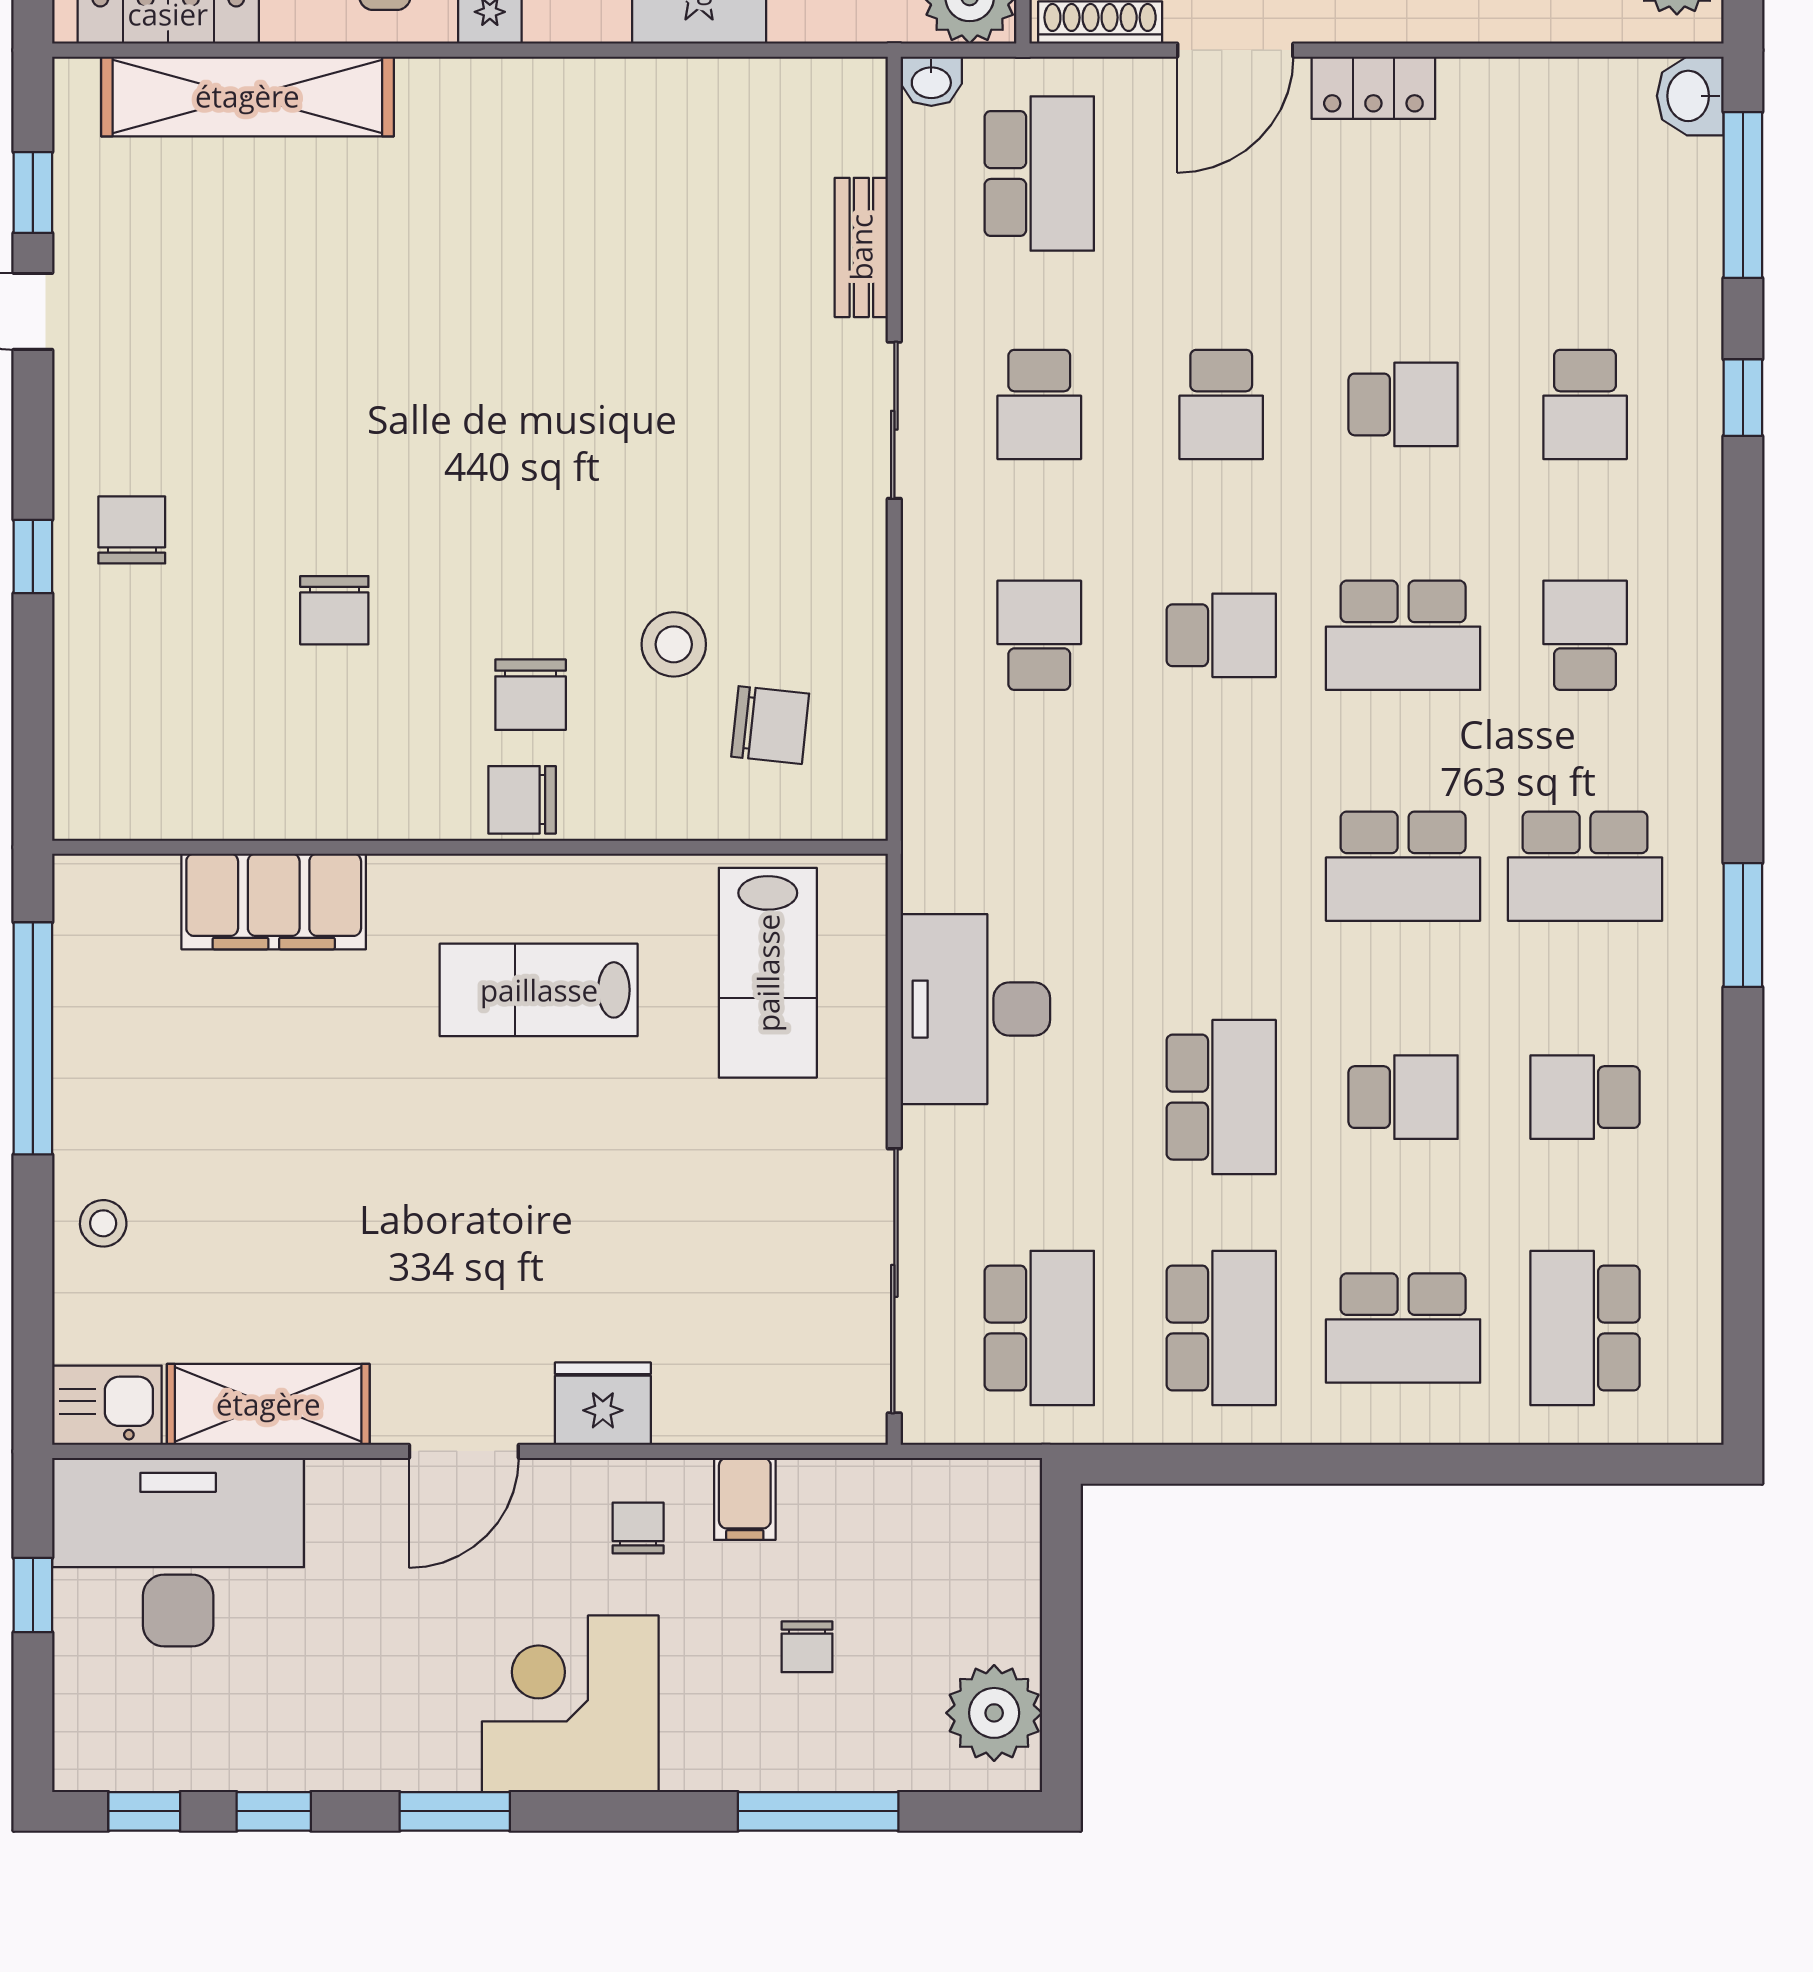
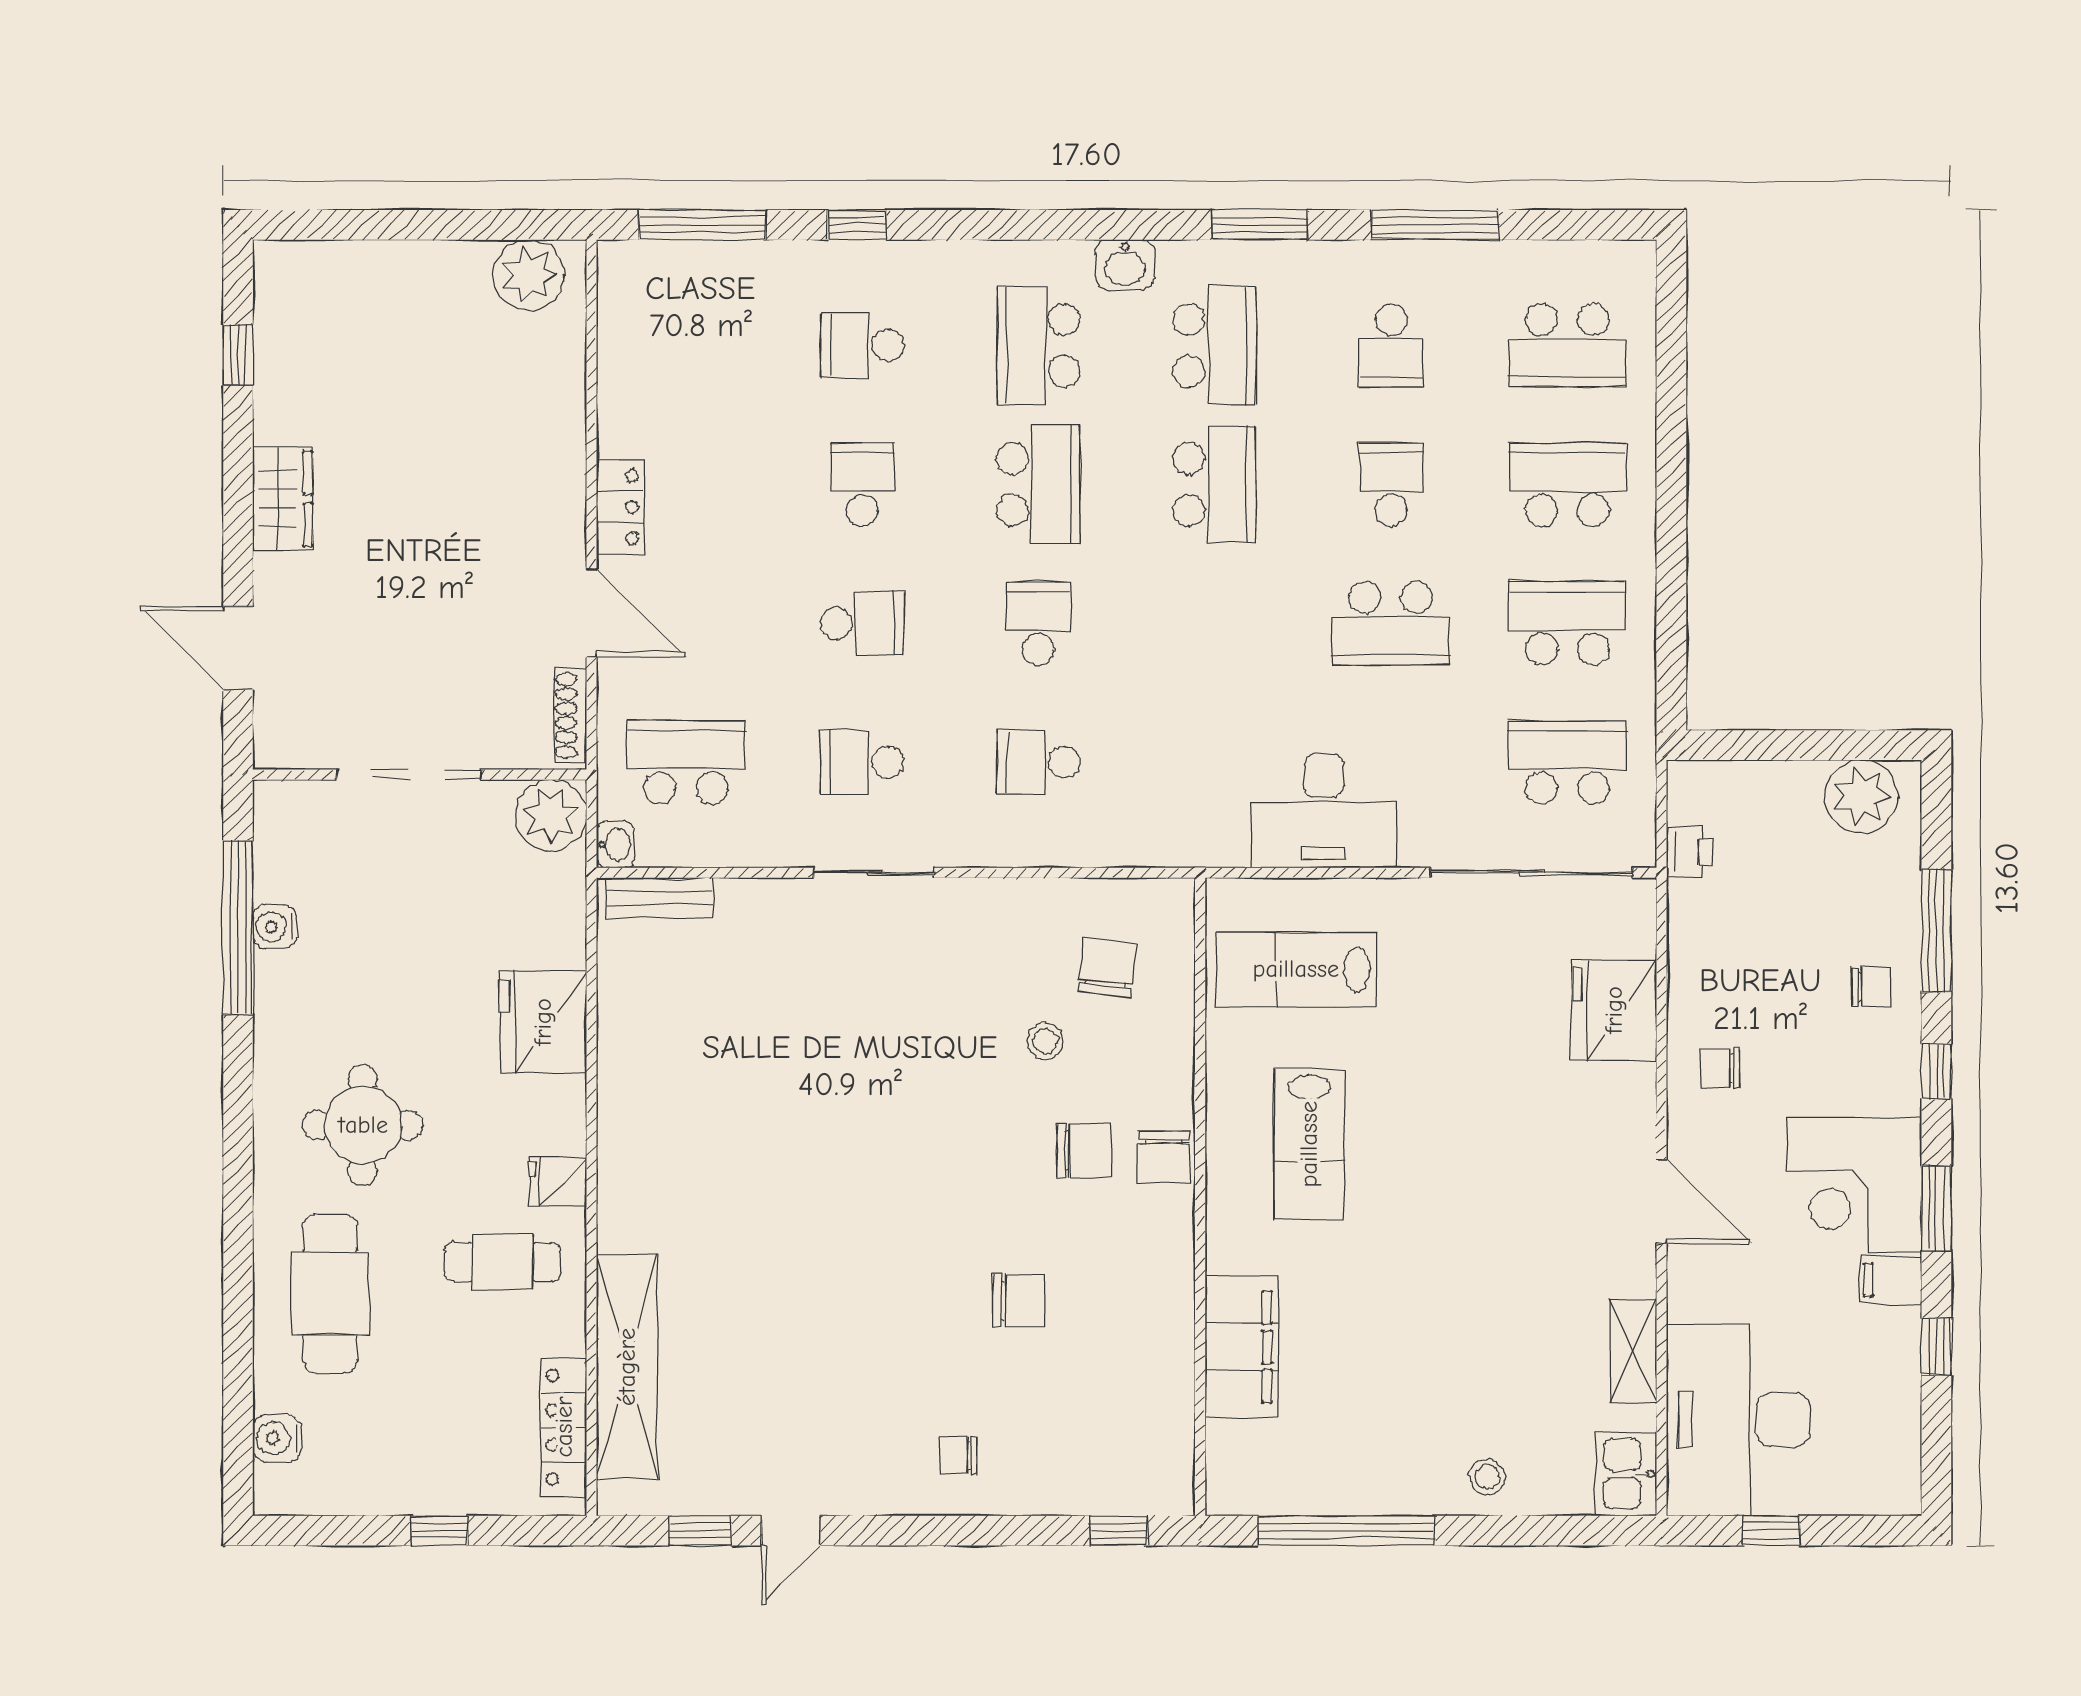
washbasin: (1690, 96) -> (1125, 265), moved
bench: (861, 247) -> (660, 898), moved
school desk: (1039, 404) -> (862, 762), turned 180
school desk: (1585, 404) -> (862, 345), turned 180
chair: (132, 530) -> (958, 1455), width x0.73, depth x0.73
window: (33, 557) -> (1118, 1531), moved
school desk: (1585, 635) -> (1038, 345), width x1.85
stool: (674, 644) -> (1045, 1041), width x0.73, depth x0.73
lab bench: (768, 973) -> (1296, 969), turned 180
school desk: (1221, 1097) -> (1391, 623), turned 180
window: (1743, 1155) -> (1435, 225), added
school desk: (1403, 1328) -> (1567, 484), turned -90
shelving: (268, 1404) -> (1633, 1351), width x0.67, depth x0.75
fridge: (603, 1404) -> (1614, 1010), moved, width x1.36, depth x1.34
printer: (921, 1488) -> (1689, 852), added
filing cabinet: (745, 1499) -> (1890, 1279), moved, turned 180
chair: (807, 1647) -> (1871, 987), moved
corner desk: (570, 1704) -> (1854, 1185), moved
window: (144, 1811) -> (1936, 1071), moved

